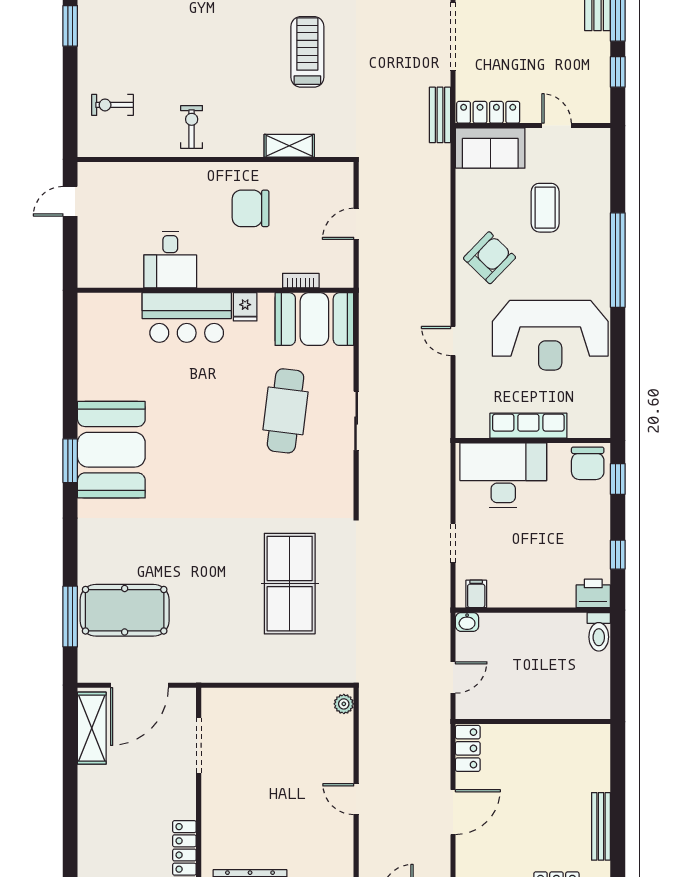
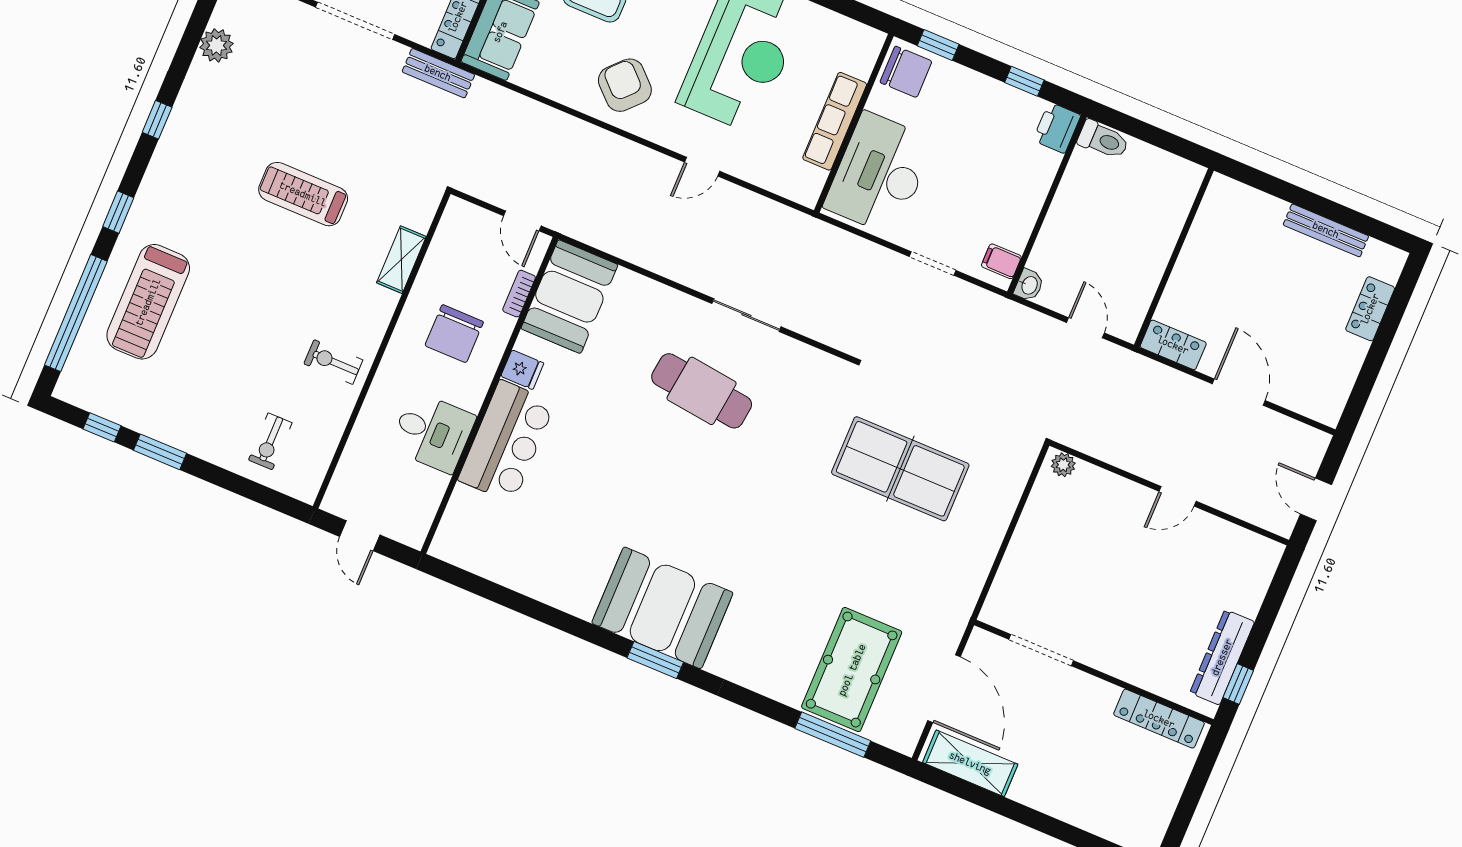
desk: (170, 259) -> (433, 432), moved
bookcase: (301, 281) -> (519, 294), moved
wall: (216, 290) -> (489, 395), moved
fridge: (245, 307) -> (522, 370), moved
bar counter: (187, 318) -> (507, 441), moved
booth: (314, 319) -> (569, 297), moved

